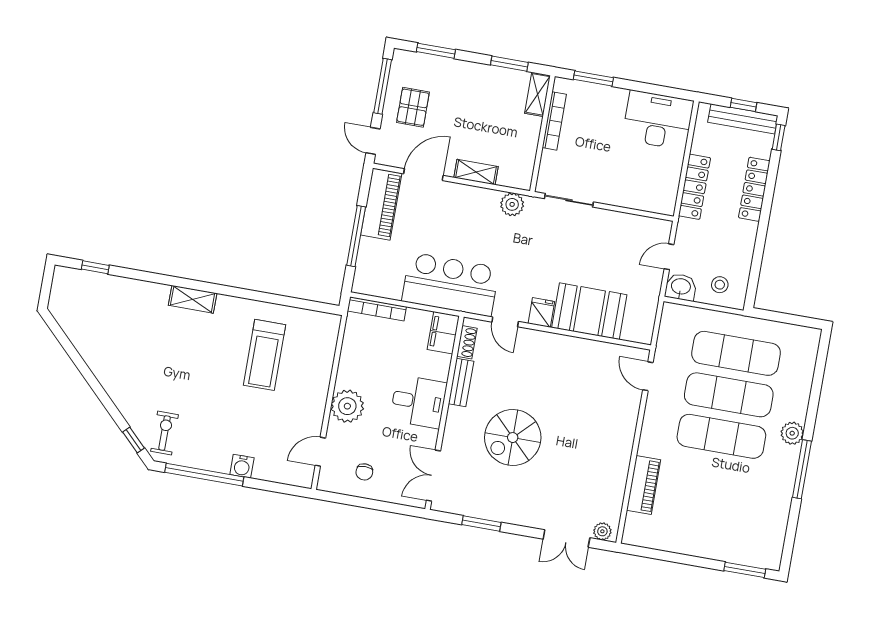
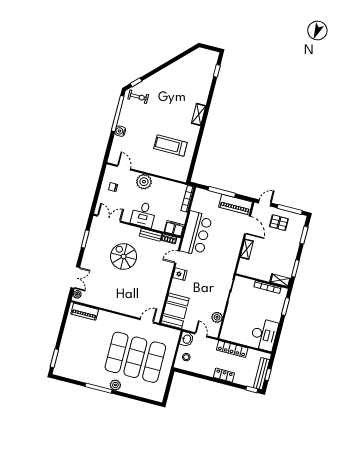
locker: (754, 189) -> (224, 375), width x0.66
plant: (512, 204) -> (217, 317), moved
booth: (589, 311) -> (175, 311), moved
piano: (644, 485) -> (85, 312), moved
double door: (566, 538) -> (75, 278), swing flipped

